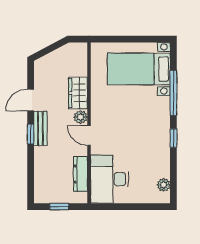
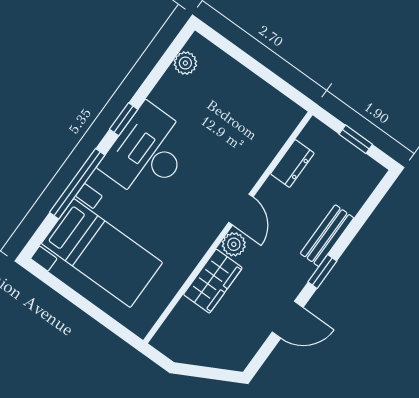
bench: (40, 128) -> (327, 236), moved
dresser: (81, 174) -> (292, 164), width x0.70
desk: (110, 179) -> (148, 153), moved, turned 180

